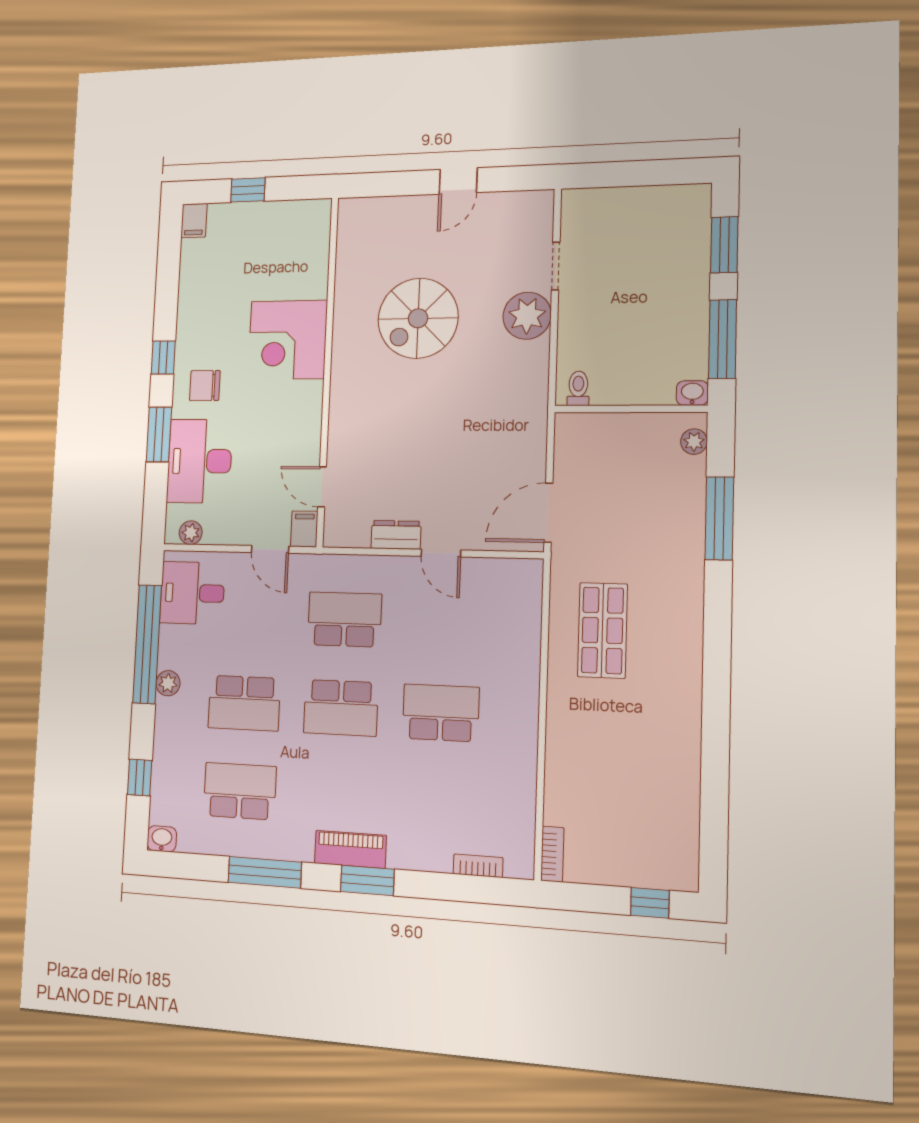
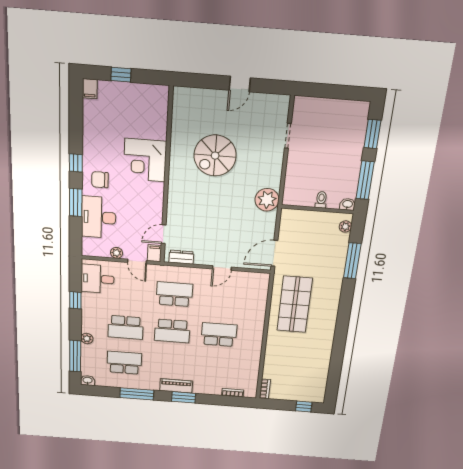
plant: (527, 316) -> (267, 200), moved
toilet: (578, 388) -> (321, 200), moved
door: (322, 487) -> (164, 234), hinge flipped
plant: (191, 533) -> (117, 253), moved
dresser: (396, 535) -> (181, 257), moved
door: (441, 553) -> (222, 268), hinge flipped
shop shelf: (602, 630) -> (295, 304), width x1.43, depth x1.36
window: (147, 644) -> (75, 300), width x0.32
plant: (168, 683) -> (87, 339), moved
window: (140, 777) -> (75, 356), width x2.17

